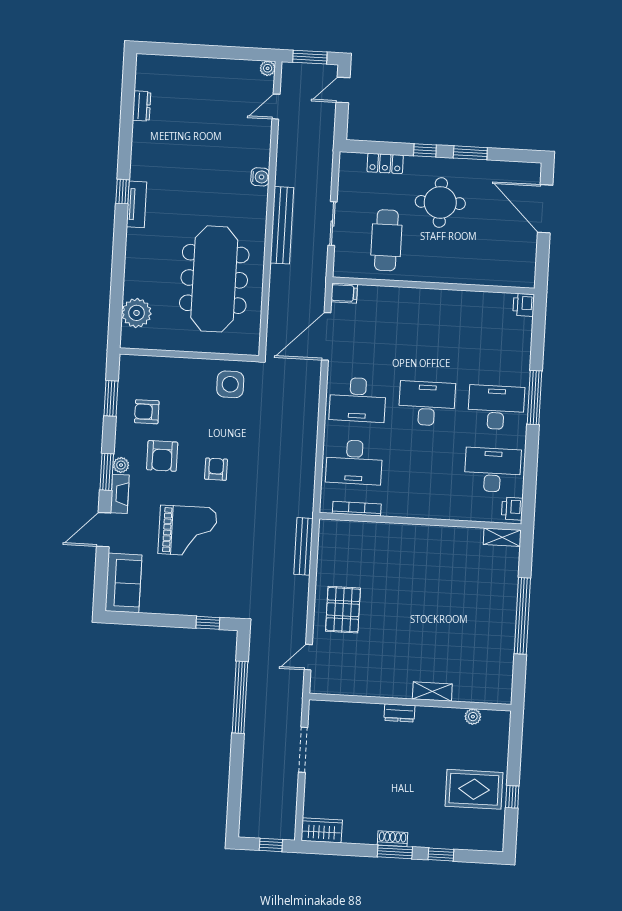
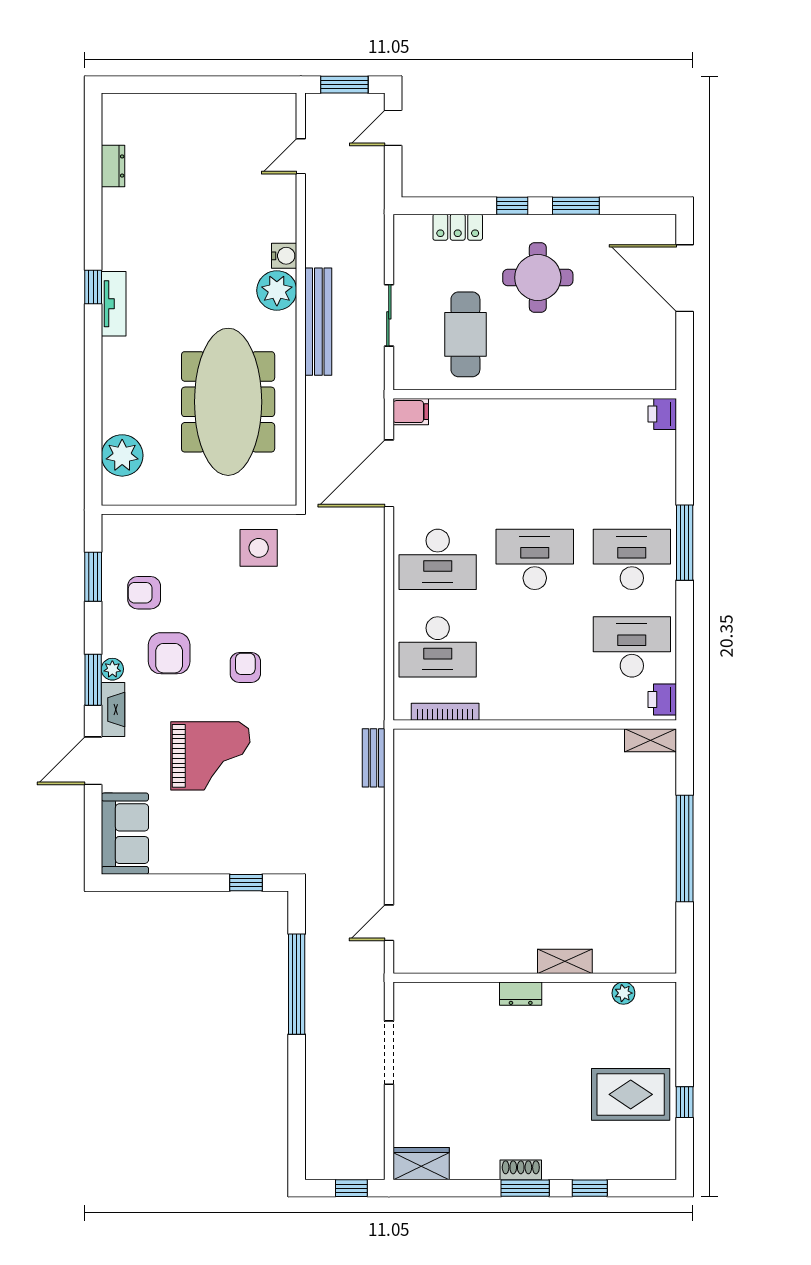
plant: (268, 68) -> (277, 290), moved, width x1.88, depth x1.88
bench: (303, 546) -> (374, 758), width x0.73
pallet: (343, 610) -> (434, 854), removed

